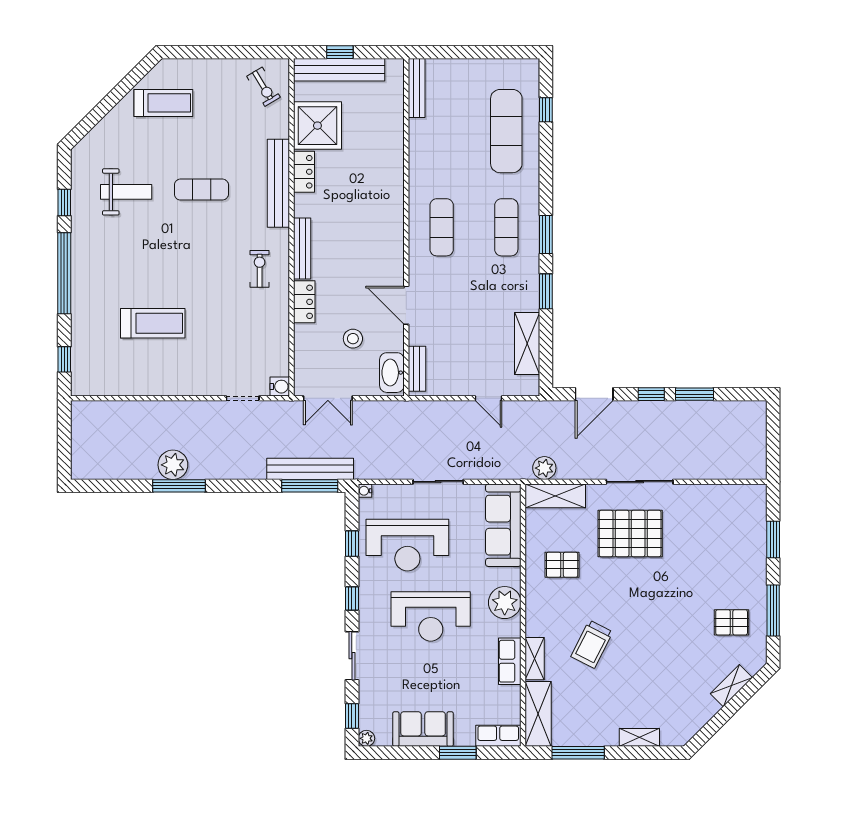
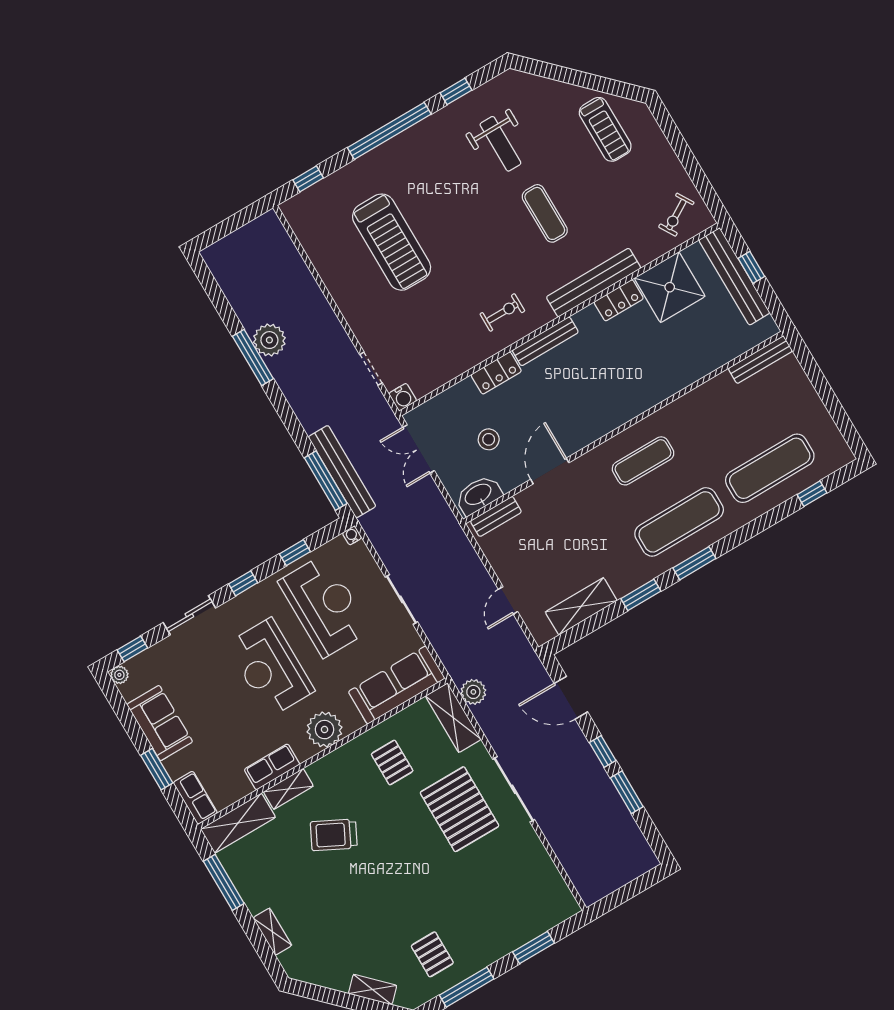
exercise mat: (506, 227) -> (679, 522), width x1.36, depth x1.45
treadmill: (153, 323) -> (392, 242), width x1.37, depth x1.38
reception desk: (407, 545) -> (324, 606), turned 180

